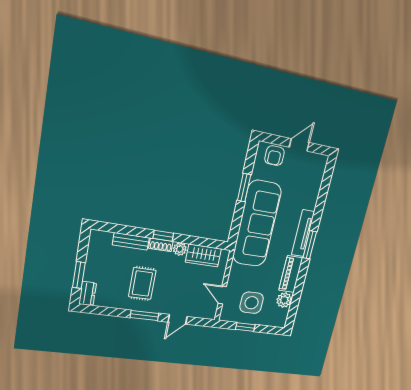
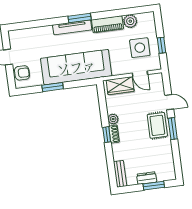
bench: (131, 241) -> (120, 174), moved
wardrobe: (203, 256) -> (120, 86), moved, turned 90
rug: (142, 283) -> (157, 125), moved, turned 90
dresser: (88, 293) -> (147, 178), moved
door: (222, 295) -> (140, 74), hinge flipped

